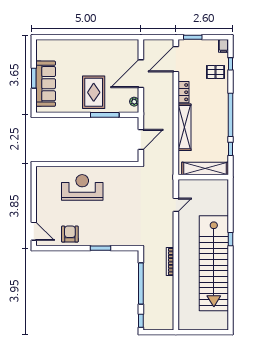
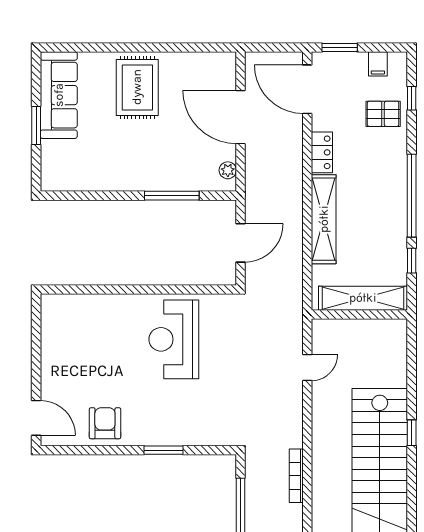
filing cabinet: (223, 46) -> (378, 64), moved
door: (176, 59) -> (307, 89), hinge flipped
door: (141, 74) -> (241, 117), hinge flipped
sofa: (46, 84) -> (59, 95), moved
rug: (94, 92) -> (137, 87), moved
reception desk: (82, 187) -> (174, 339), moved, turned -90

